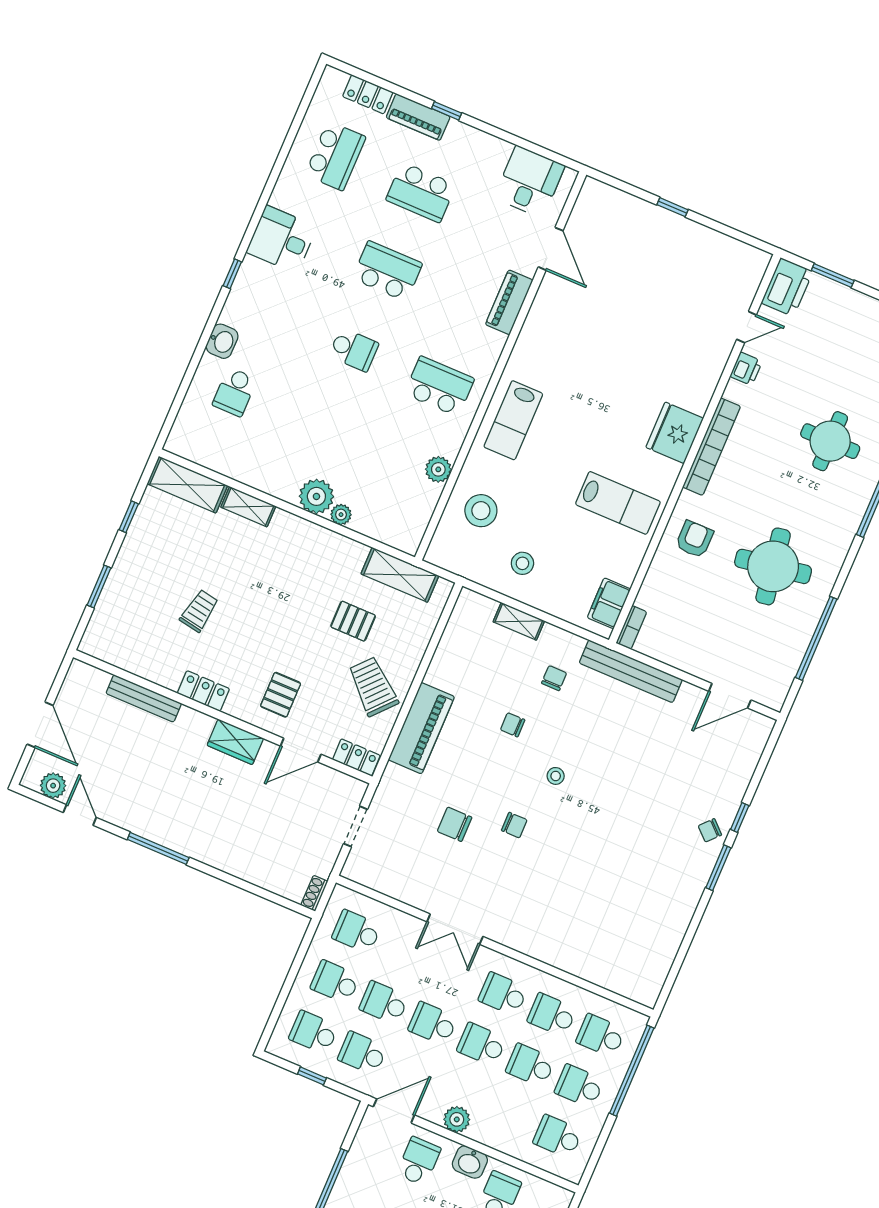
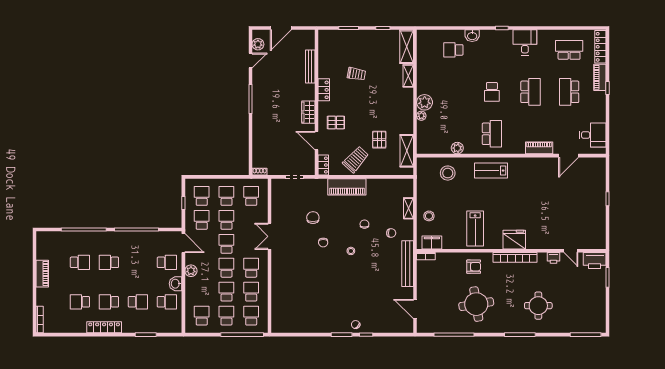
locker: (368, 94) -> (600, 47), width x1.53
school desk: (335, 156) -> (569, 50), turned 180
stool: (522, 563) -> (429, 216), moved

